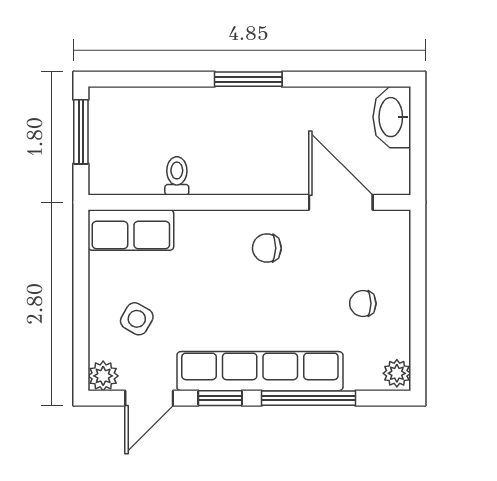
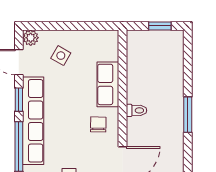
window: (81, 132) -> (160, 26), width x0.67
toilet: (177, 176) -> (137, 110), moved
row of seats: (131, 230) -> (108, 84), moved

